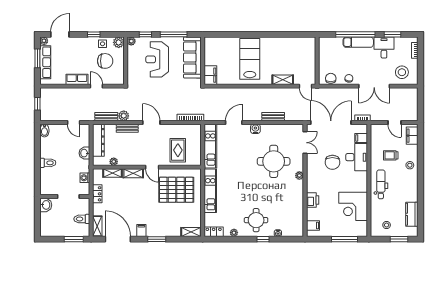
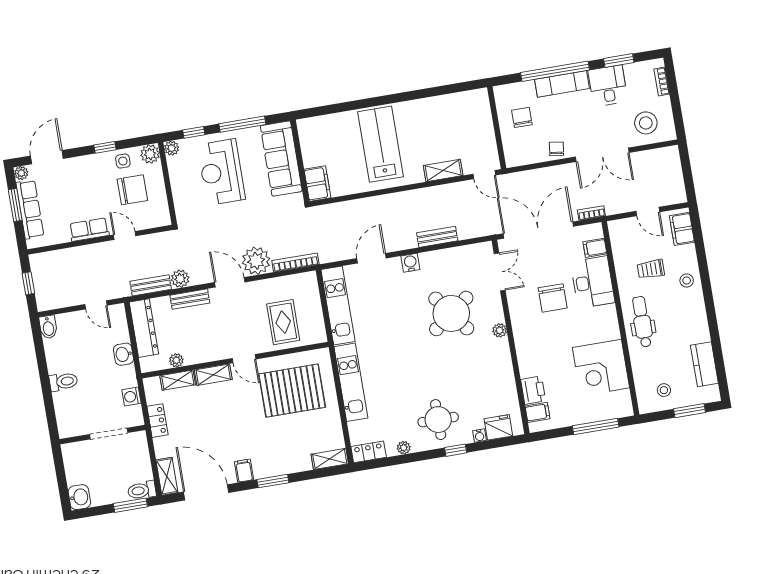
chair: (331, 78) -> (522, 117), moved
plant: (168, 113) -> (256, 261), added
round table: (274, 161) -> (451, 313), turned -37
printer: (313, 200) -> (533, 390), moved
washbasin: (46, 205) -> (79, 497), moved
toilet: (82, 219) -> (142, 490), moved
fridge: (289, 230) -> (498, 427), added

